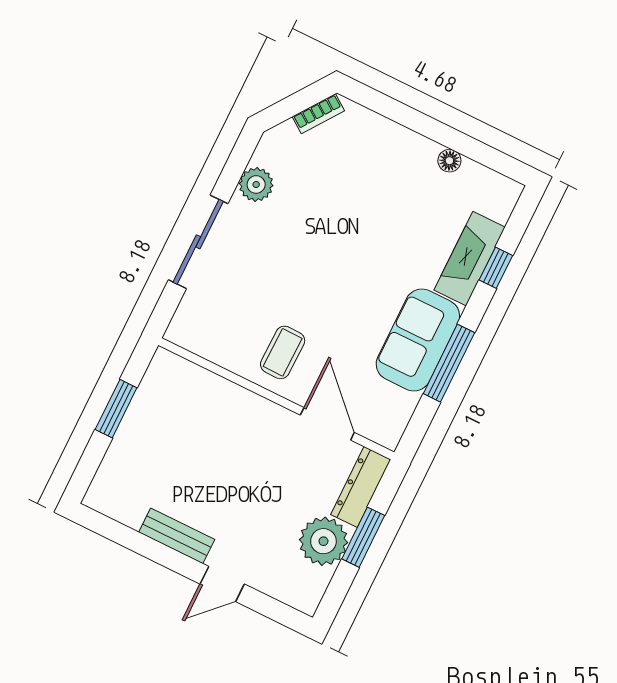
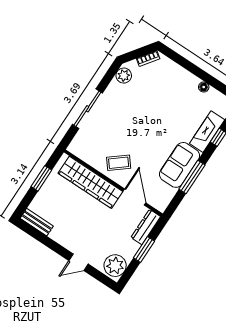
plant: (256, 184) -> (124, 76), moved
coffee table: (283, 352) -> (119, 163), turned 50
wardrobe: (226, 404) -> (90, 182), added
bench: (177, 536) -> (37, 222), moved
plant: (323, 541) -> (115, 266), moved

